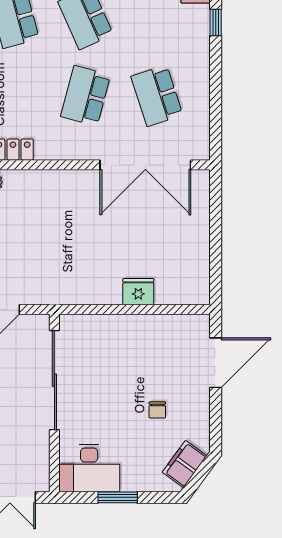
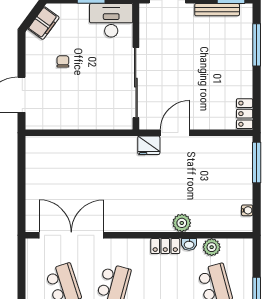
fridge: (138, 292) -> (149, 145), moved

